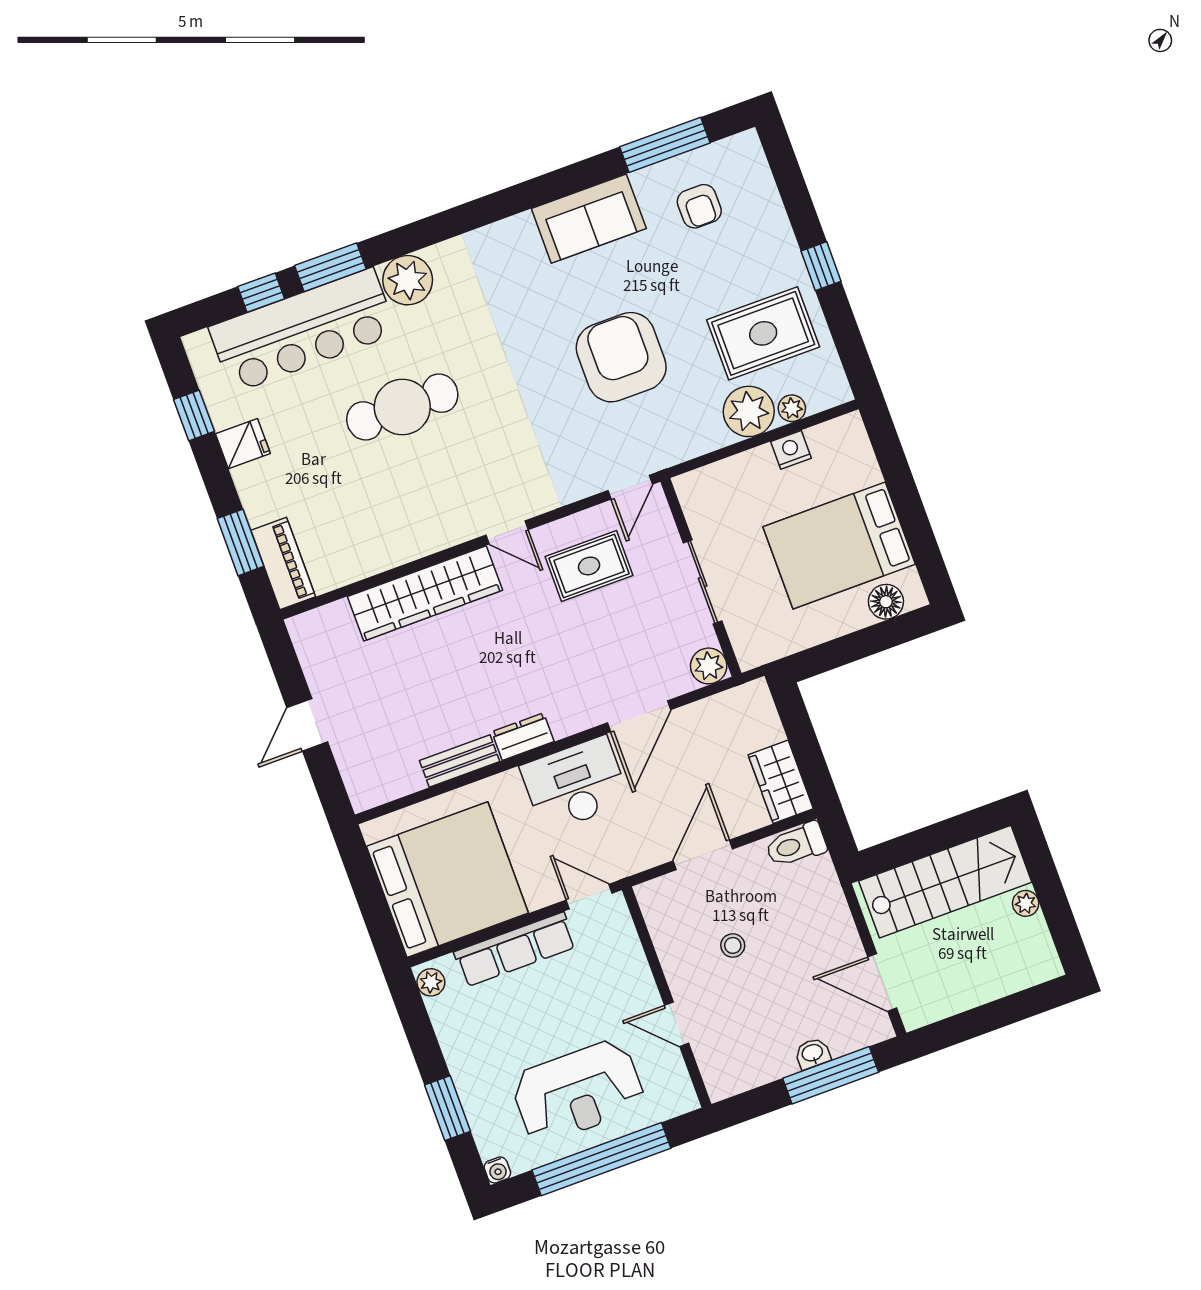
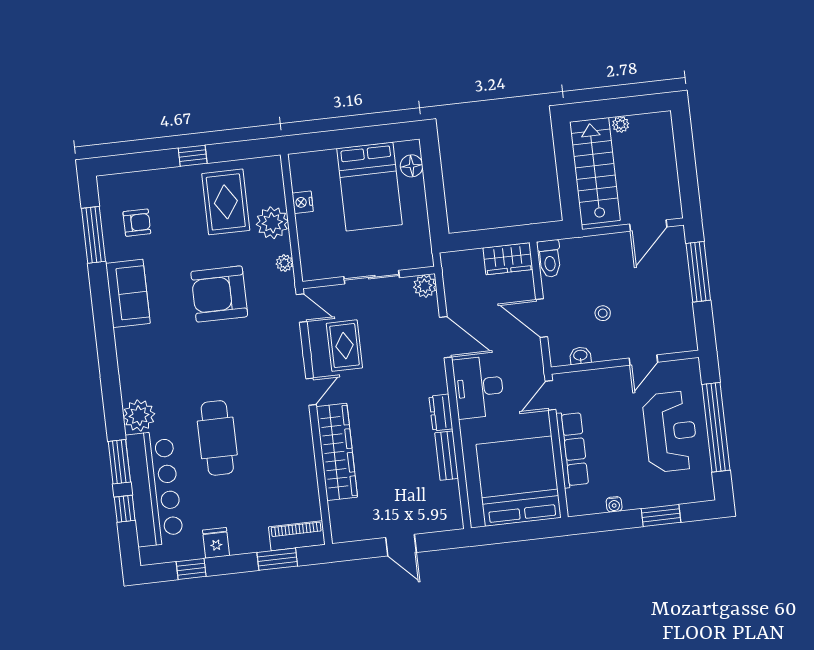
plant: (792, 408) -> (284, 263), moved
plant: (431, 982) -> (580, 507), removed
washbasin: (813, 1053) -> (580, 356), moved, turned 90
water cooler: (497, 1170) -> (614, 504), moved, turned 90

